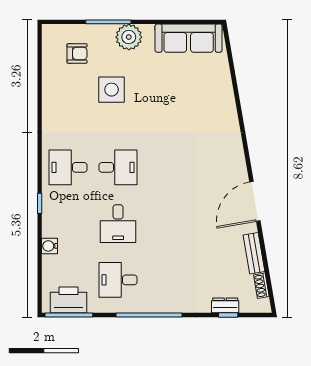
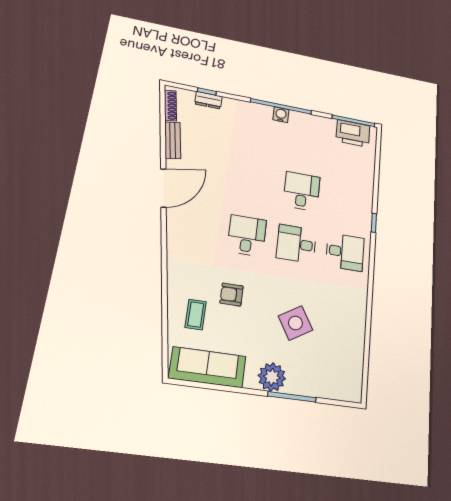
armchair: (77, 53) -> (232, 295), moved
coffee table: (206, 84) -> (196, 314), added
side table: (112, 90) -> (295, 323), turned -31
water cooler: (50, 246) -> (281, 115), moved, turned -90
desk: (118, 280) -> (247, 236), moved, turned -90
shoe rack: (261, 286) -> (170, 106), width x1.43

